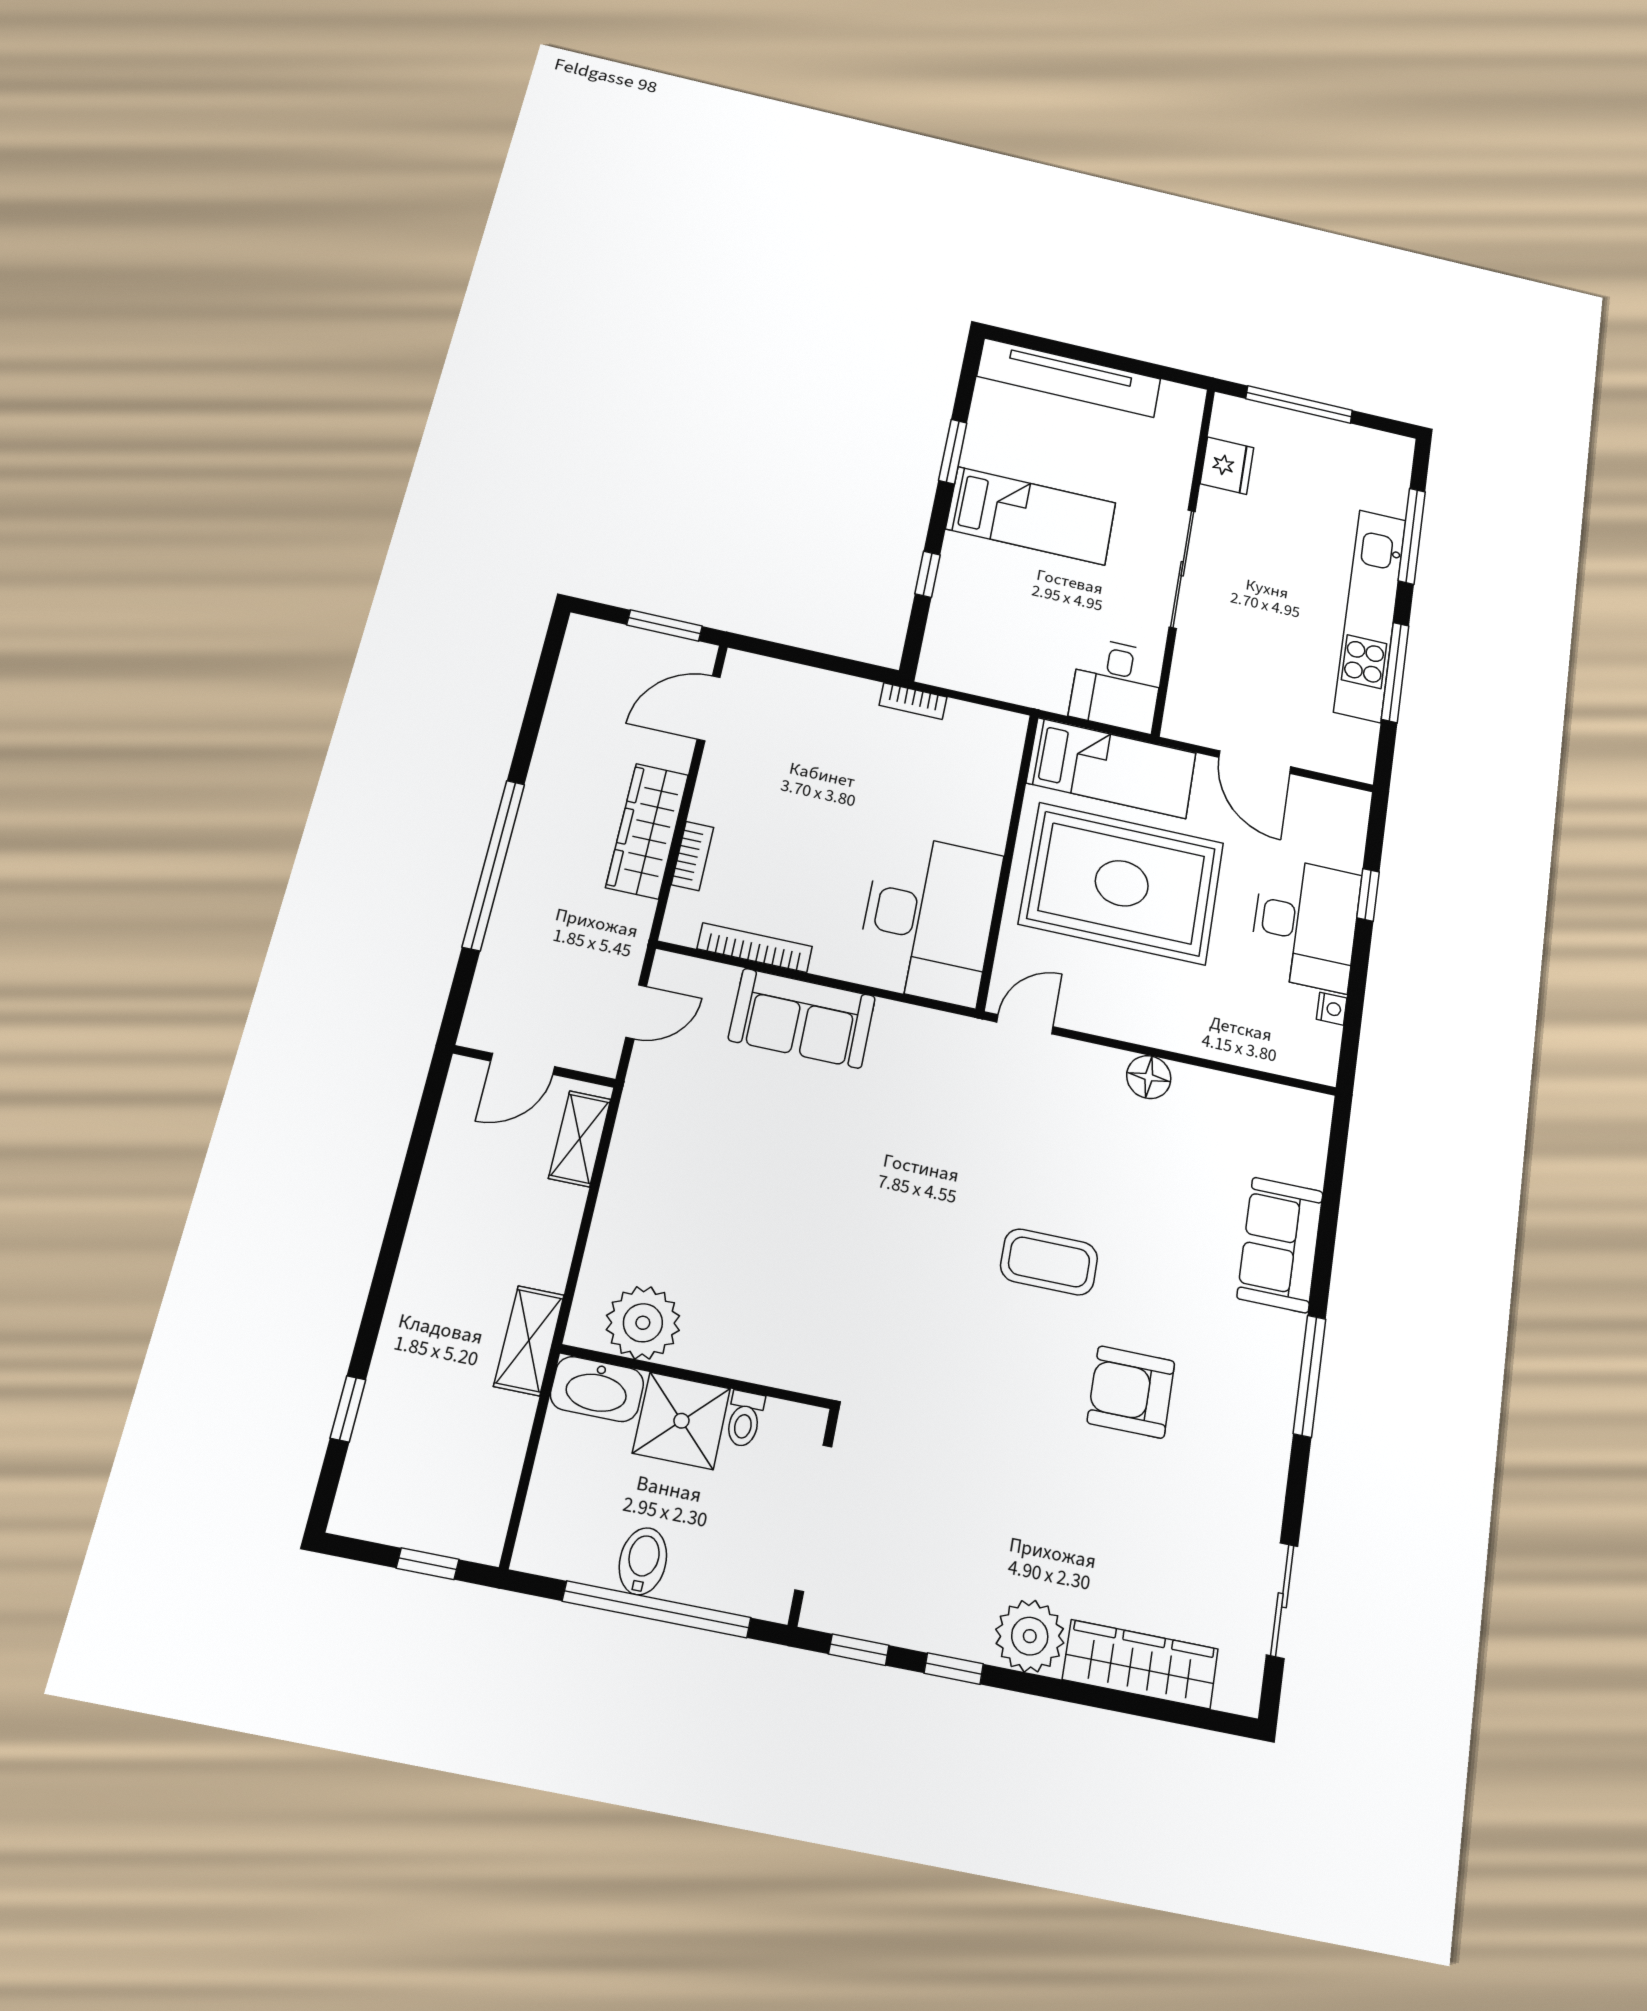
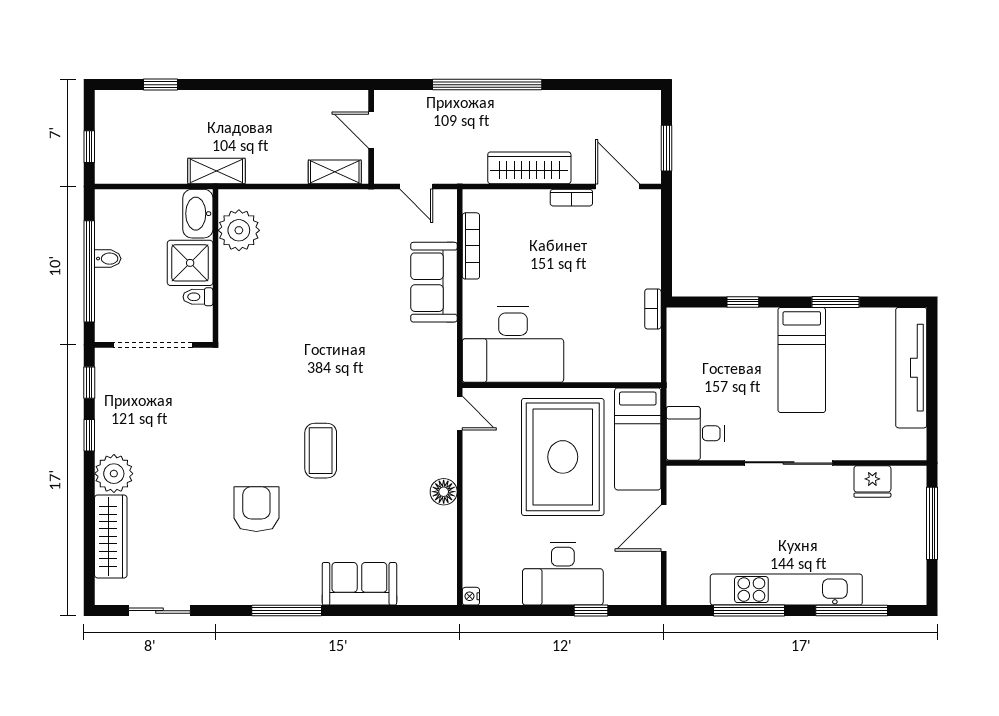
bookcase: (692, 856) -> (571, 198), moved
nightstand: (1332, 1009) -> (471, 596), moved, turned 90
bidet: (643, 1561) -> (108, 259), width x0.72, depth x0.74

